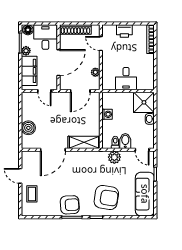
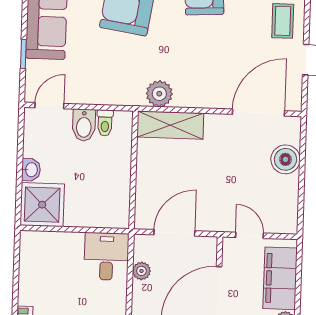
desk: (126, 79) -> (106, 256), moved
washing machine: (107, 114) -> (120, 182), removed
door: (53, 150) -> (258, 113), moved
door: (142, 150) -> (49, 106), hinge flipped
plant: (114, 157) -> (159, 94), moved

